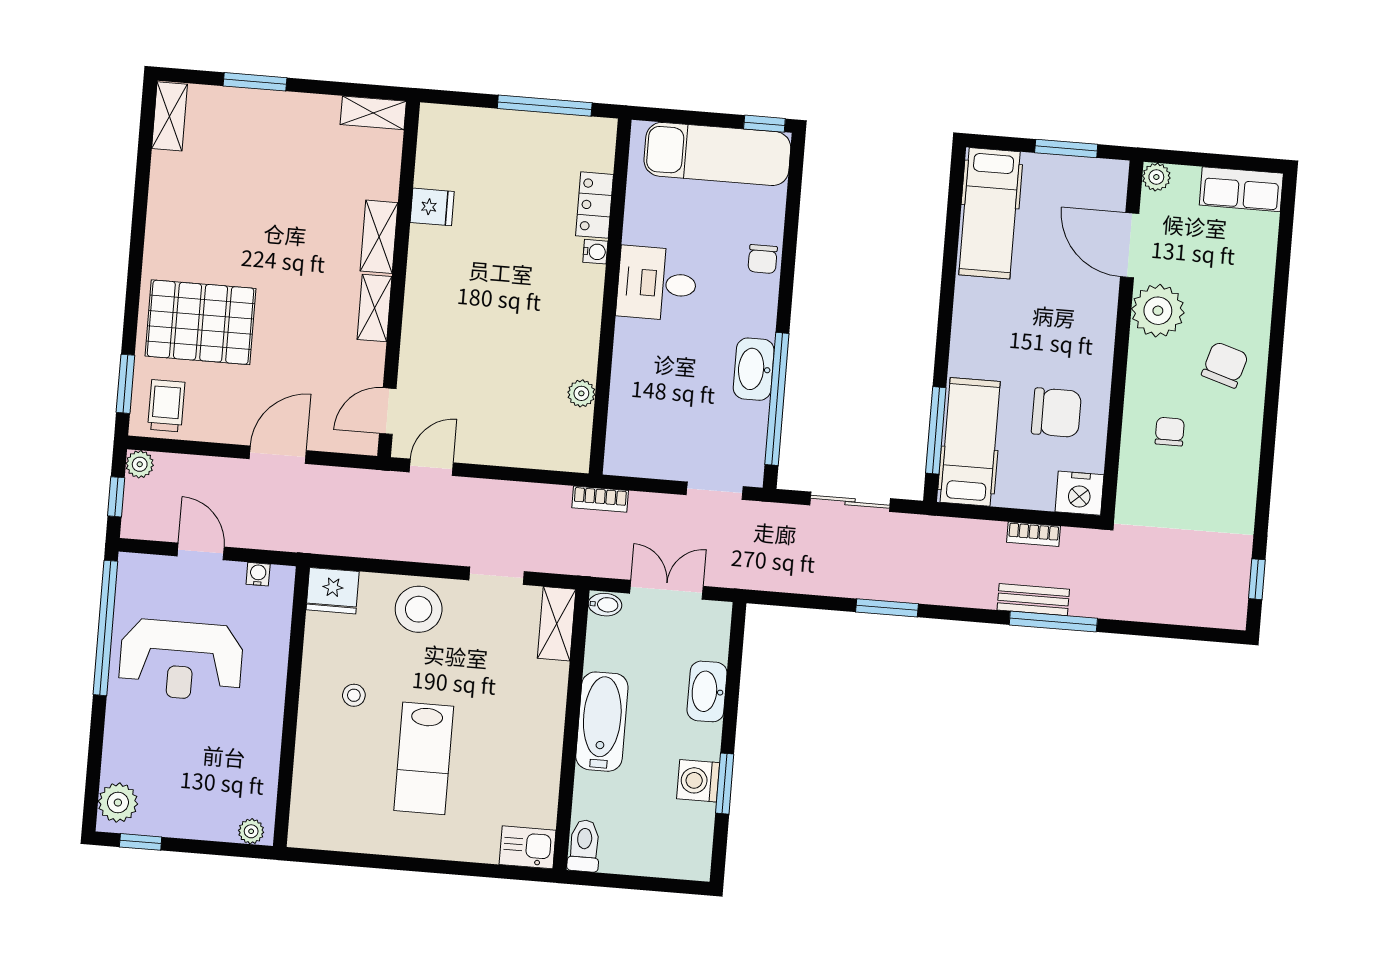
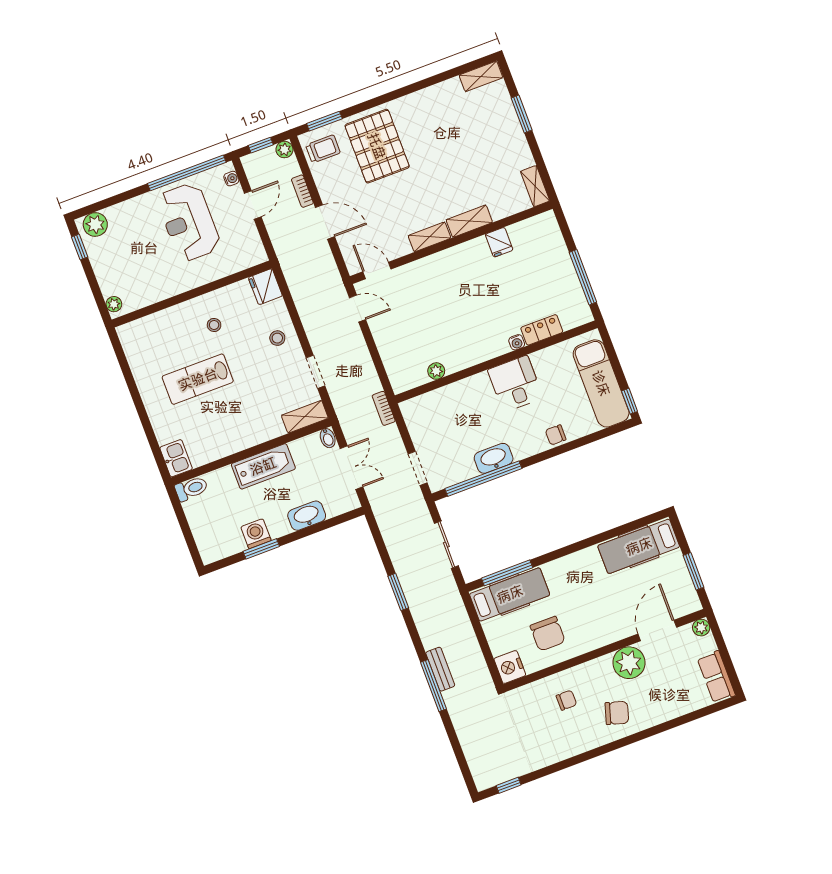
bookcase: (1034, 534) -> (302, 191), moved
water cooler: (258, 574) -> (231, 179), moved
stool: (419, 609) -> (277, 338), width x0.53, depth x0.53

